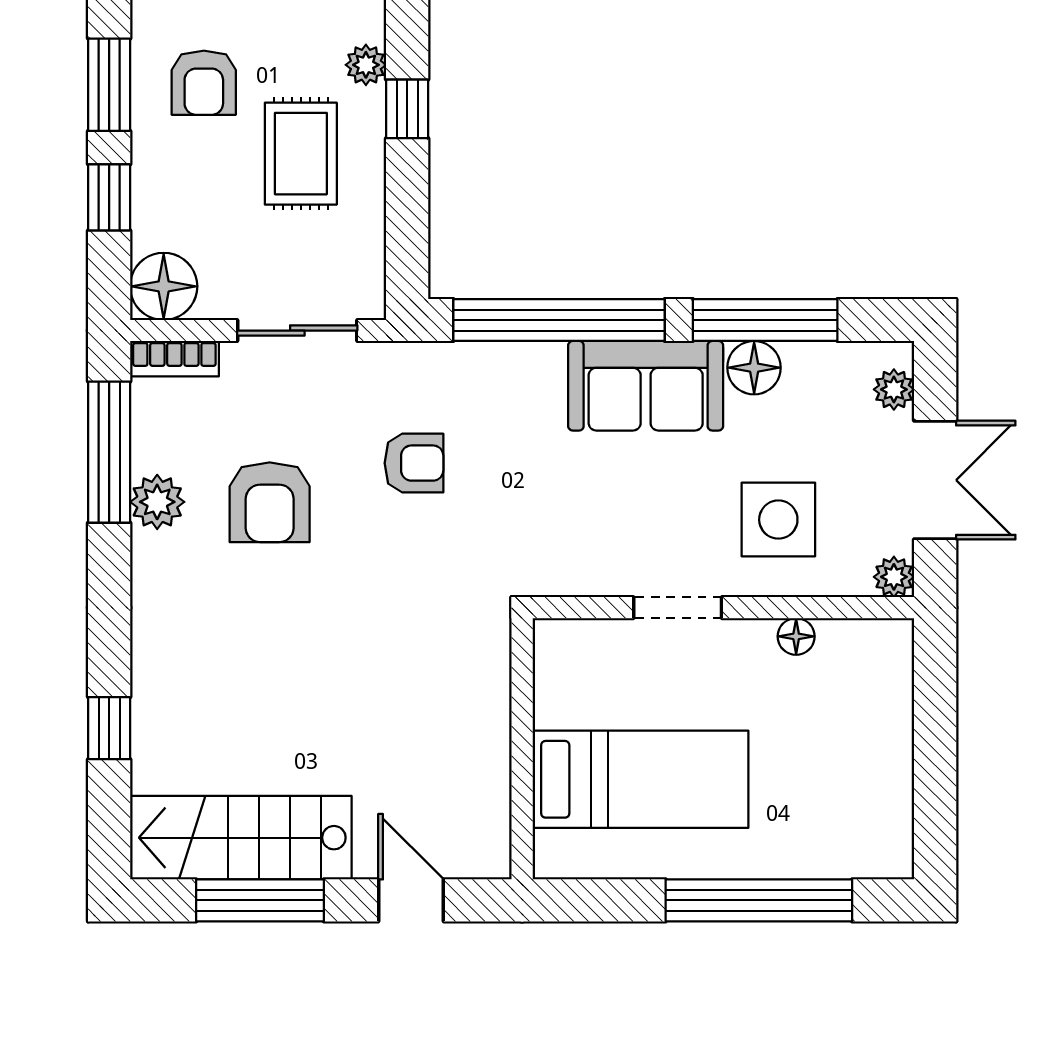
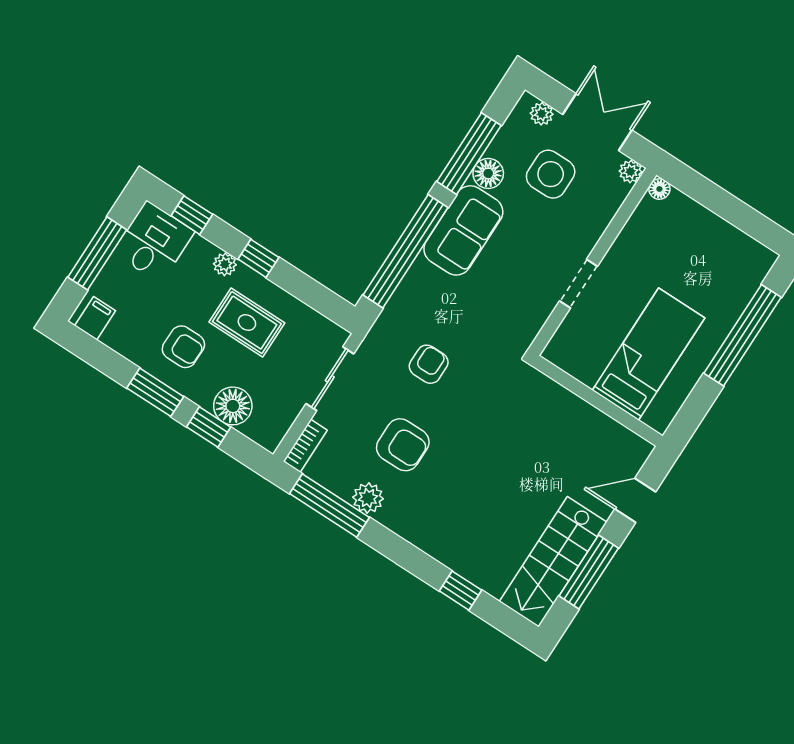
floor lamp: (164, 286) -> (233, 406), moved
side table: (778, 520) -> (551, 174), moved
floor lamp: (796, 636) -> (659, 189), moved

